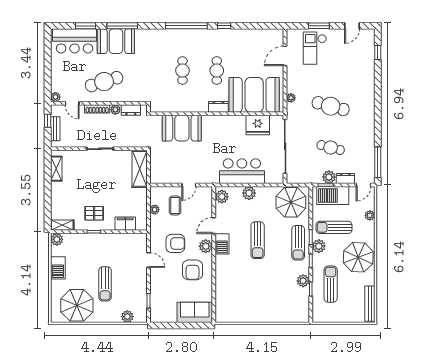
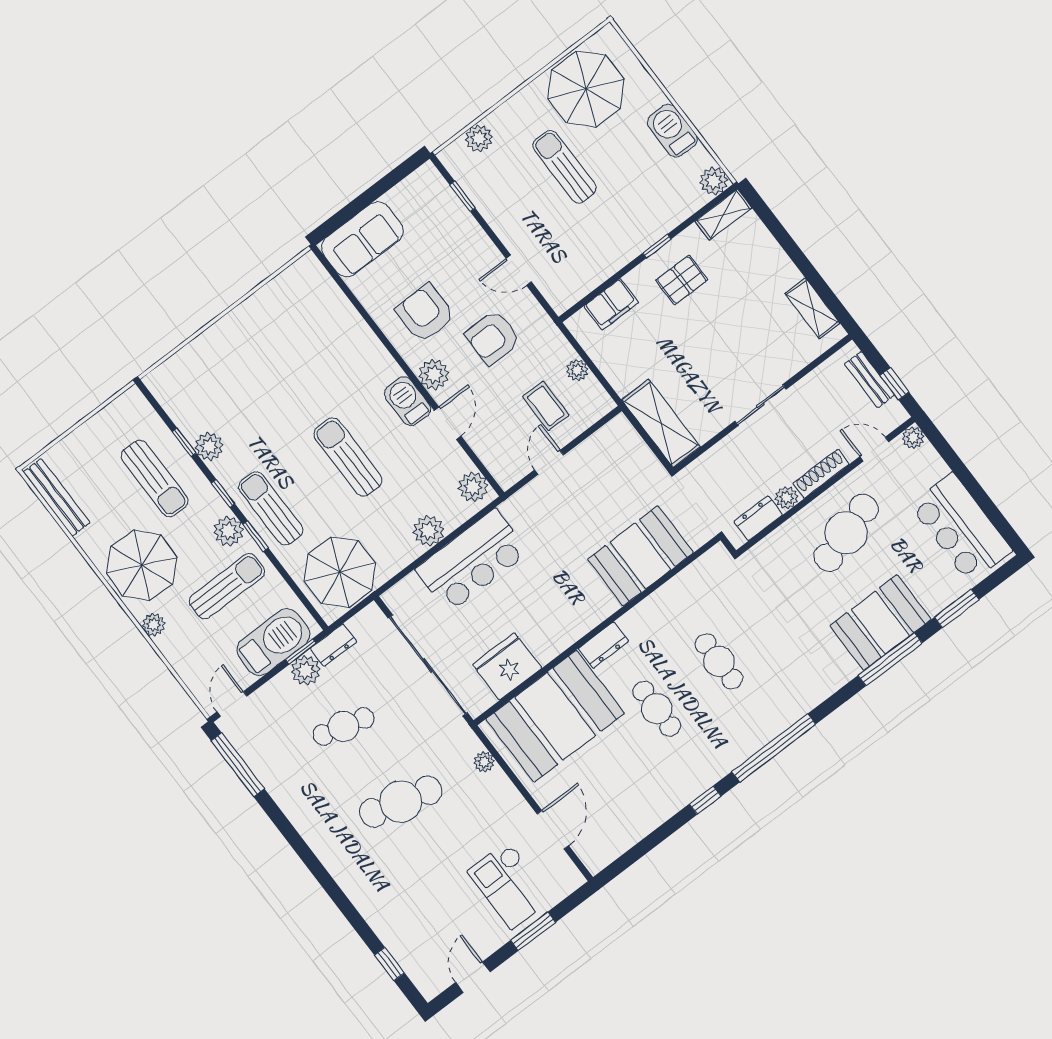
bar counter: (75, 41) -> (961, 528), moved, turned -90
checkout: (315, 48) -> (510, 885), turned 180
dresser: (345, 179) -> (334, 645), moved
plant: (370, 215) -> (154, 625), moved

